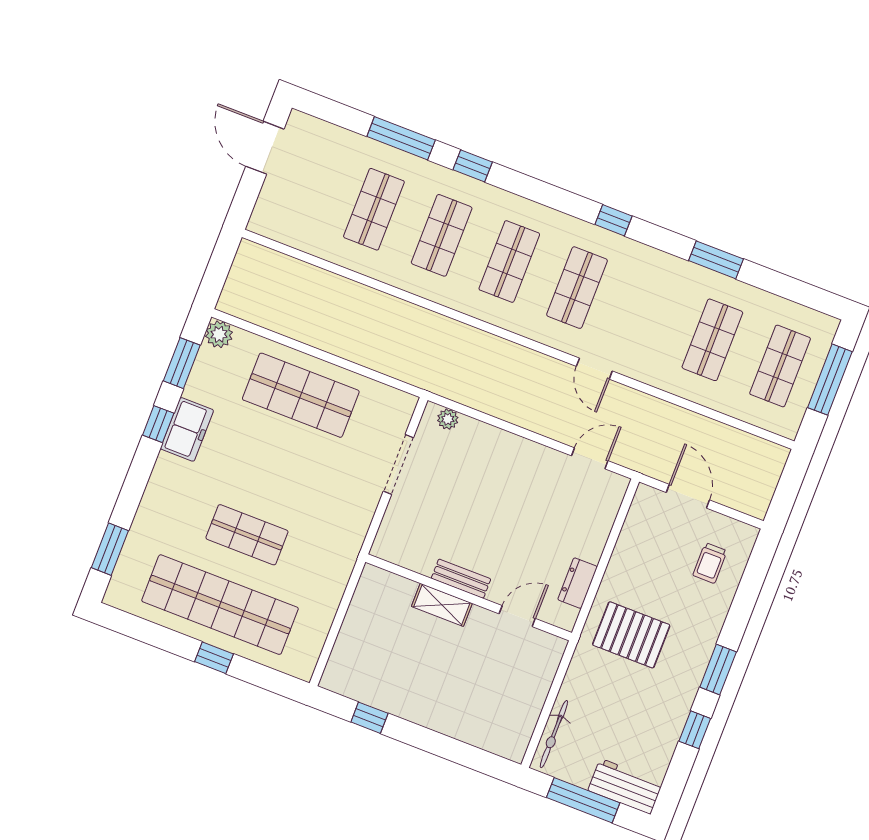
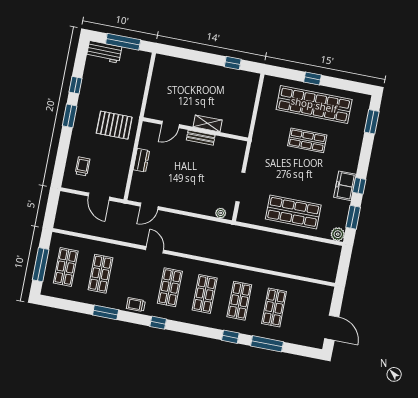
trolley: (652, 265) -> (136, 305), added
dresser: (578, 583) -> (141, 160), moved
bicycle: (554, 734) -> (143, 71), removed

